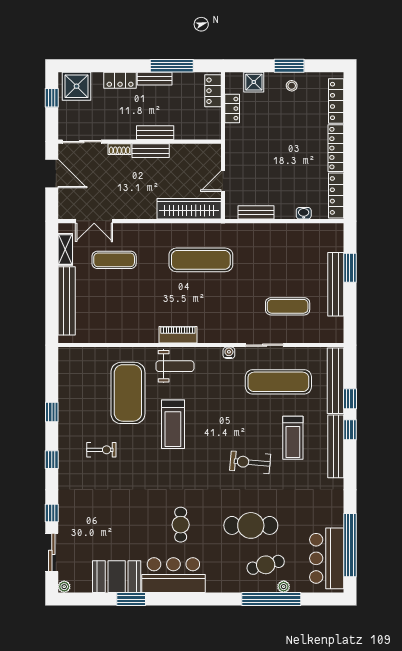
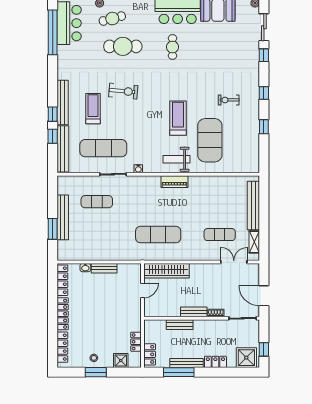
bench: (155, 79) -> (186, 363), width x1.36
bench: (155, 133) -> (180, 325), moved
bench: (256, 212) -> (104, 268), moved

